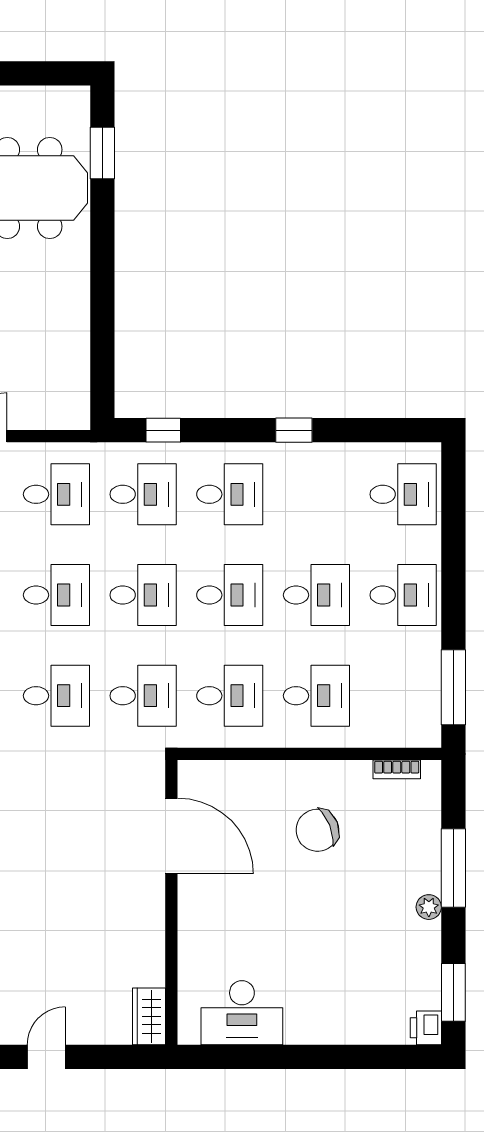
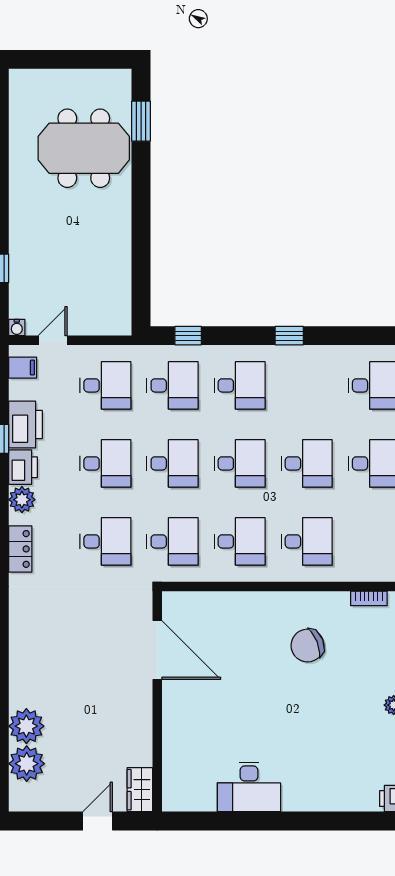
door: (171, 836) -> (157, 650), moved
wall: (171, 902) -> (157, 701), moved
wardrobe: (149, 1016) -> (140, 790), moved

